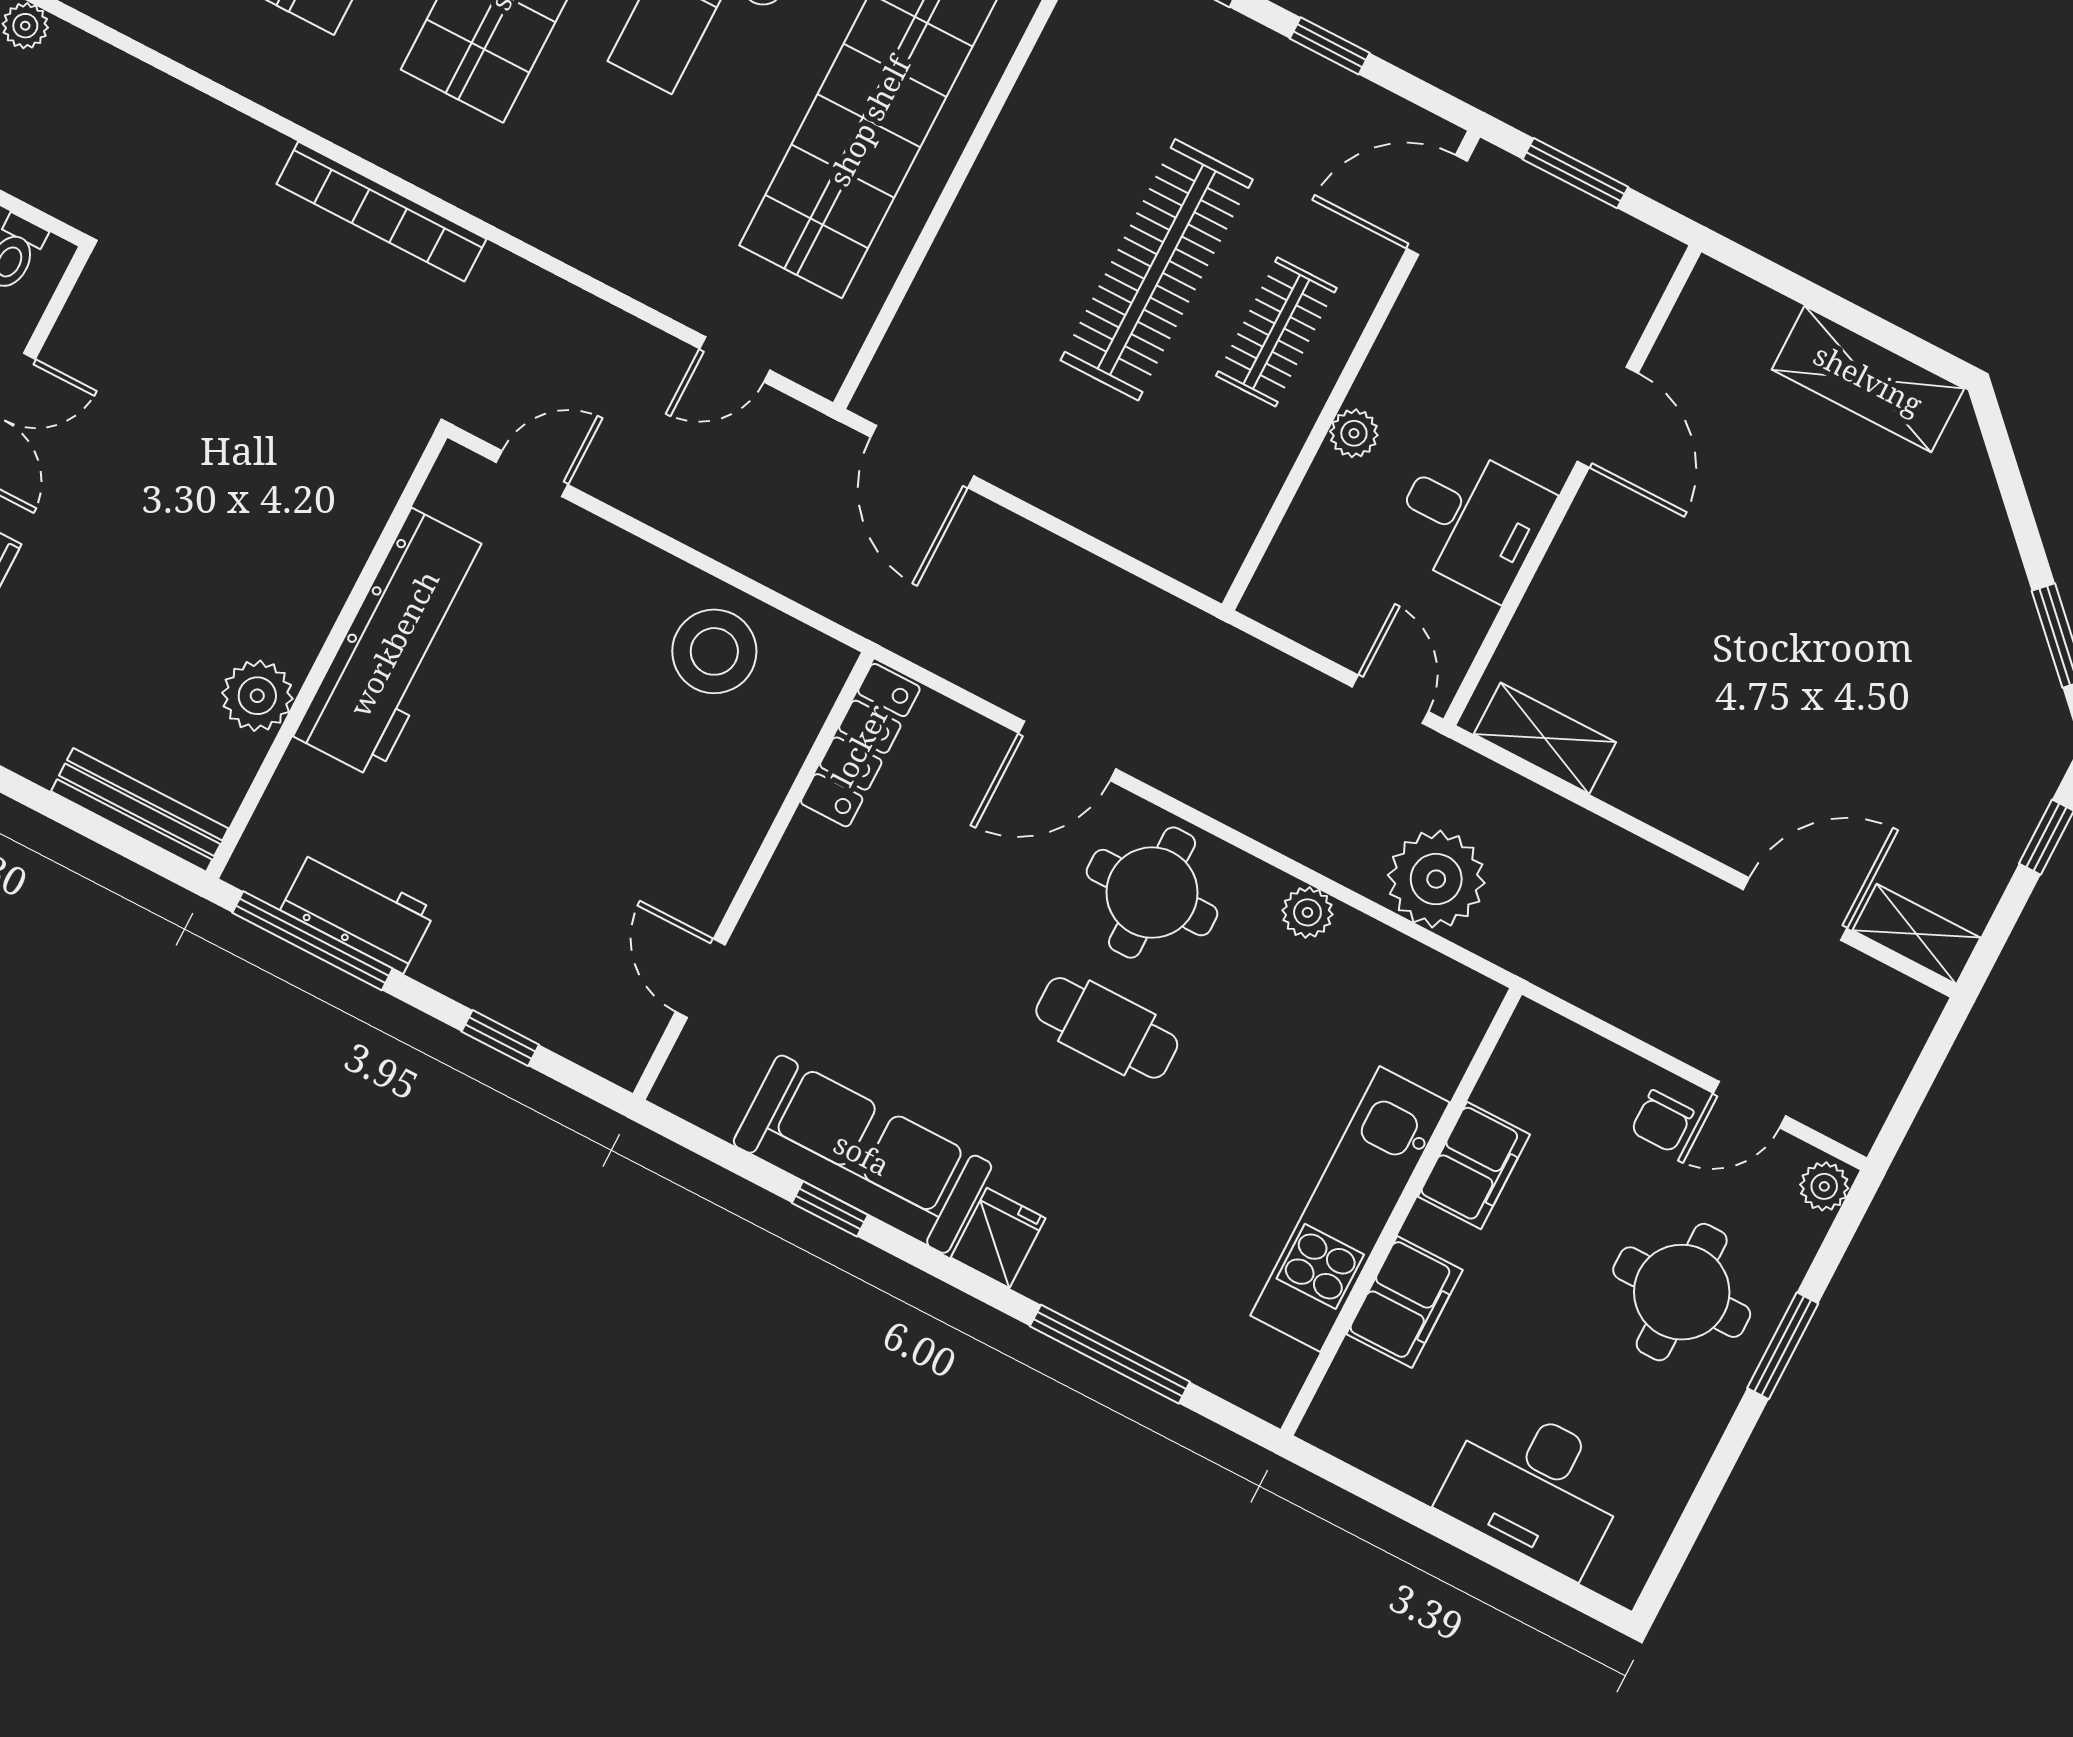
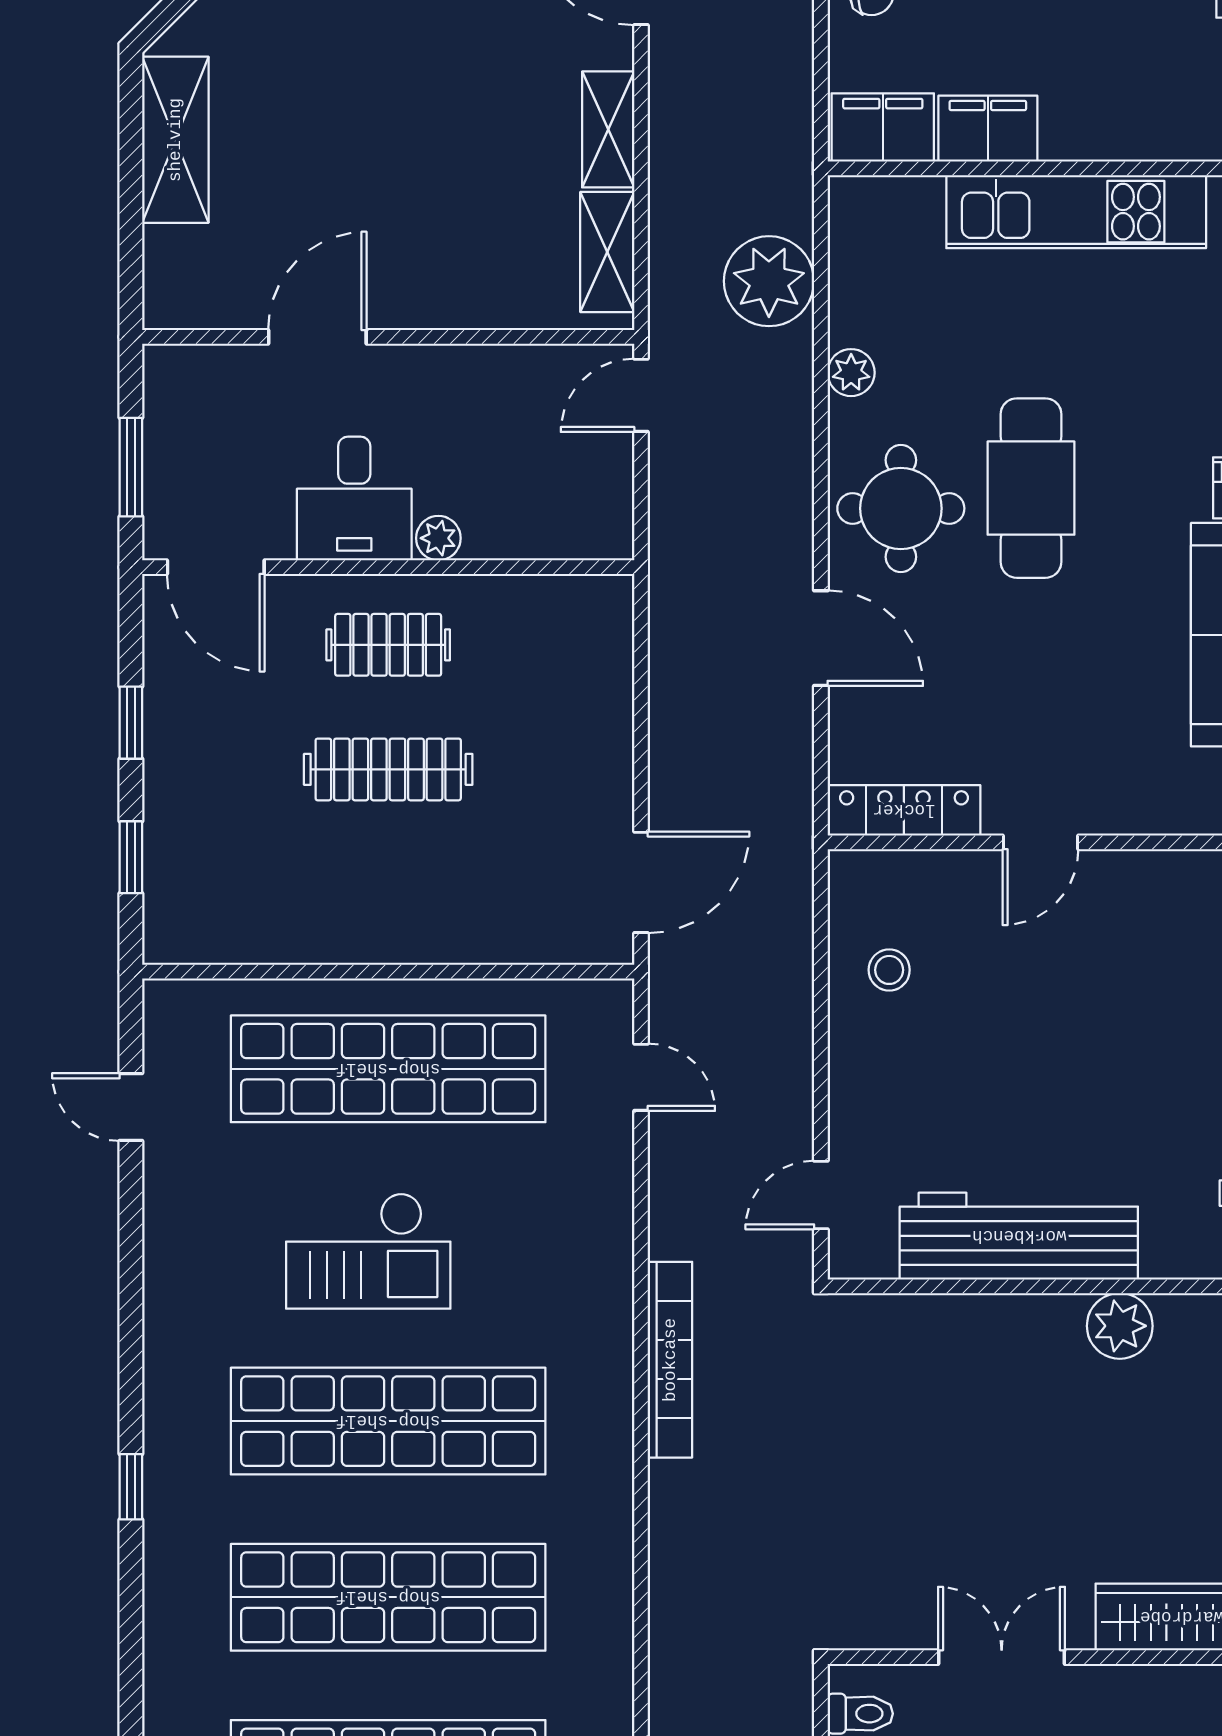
bookcase: (381, 212) -> (670, 1360), moved
clothes rail: (1157, 270) -> (388, 769), width x0.73, depth x0.76
door: (532, 474) -> (821, 1195), hinge flipped
desk: (1471, 520) -> (354, 499), moved, turned 180
stool: (714, 651) -> (889, 970), width x0.53, depth x0.53
shelving: (1662, 800) -> (608, 129), added
door: (700, 978) -> (1041, 842), moved
cafe table: (1107, 1028) -> (1031, 488), width x1.37, depth x1.35
filing cabinet: (1404, 1302) -> (883, 127), moved

